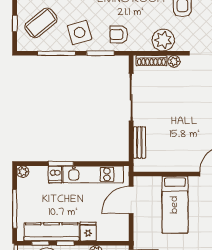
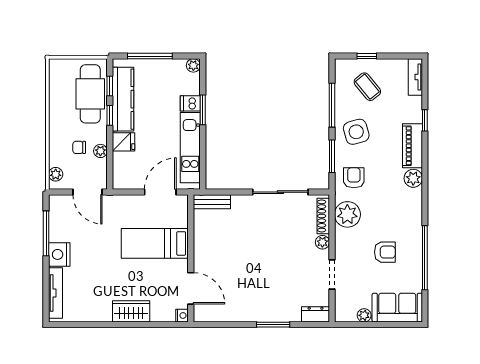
coffee table: (41, 23) -> (367, 87), width x0.73, depth x0.77
plant: (163, 40) -> (347, 214), moved
bench: (139, 143) -> (212, 202), moved
door: (131, 200) -> (160, 192), hinge flipped

